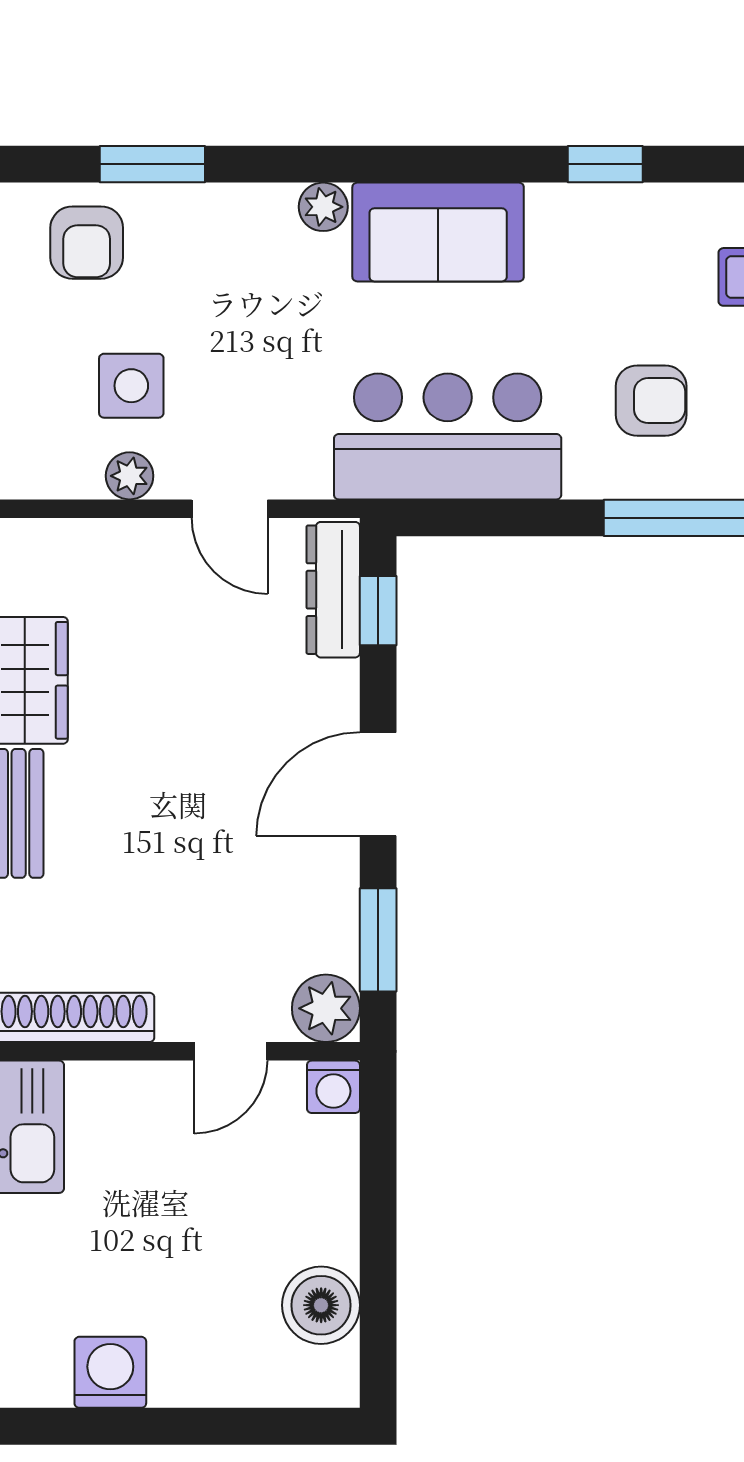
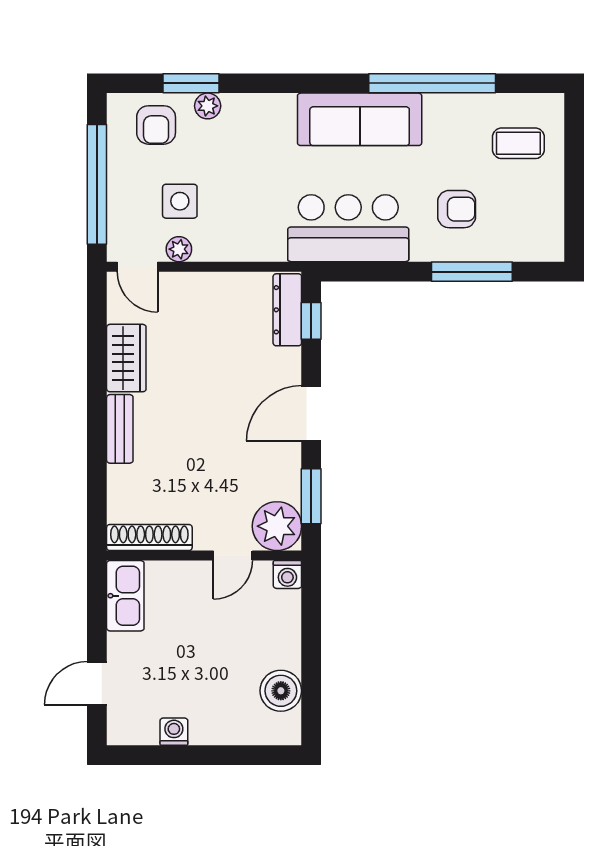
window: (605, 164) -> (432, 83), width x3.17
plant: (323, 207) -> (208, 106), moved
sofa: (438, 232) -> (360, 119), width x1.36
door: (230, 509) -> (137, 267), moved
plant: (326, 1008) -> (277, 526), width x1.36, depth x1.36
washing machine: (110, 1372) -> (174, 732), width x0.73, depth x0.73

